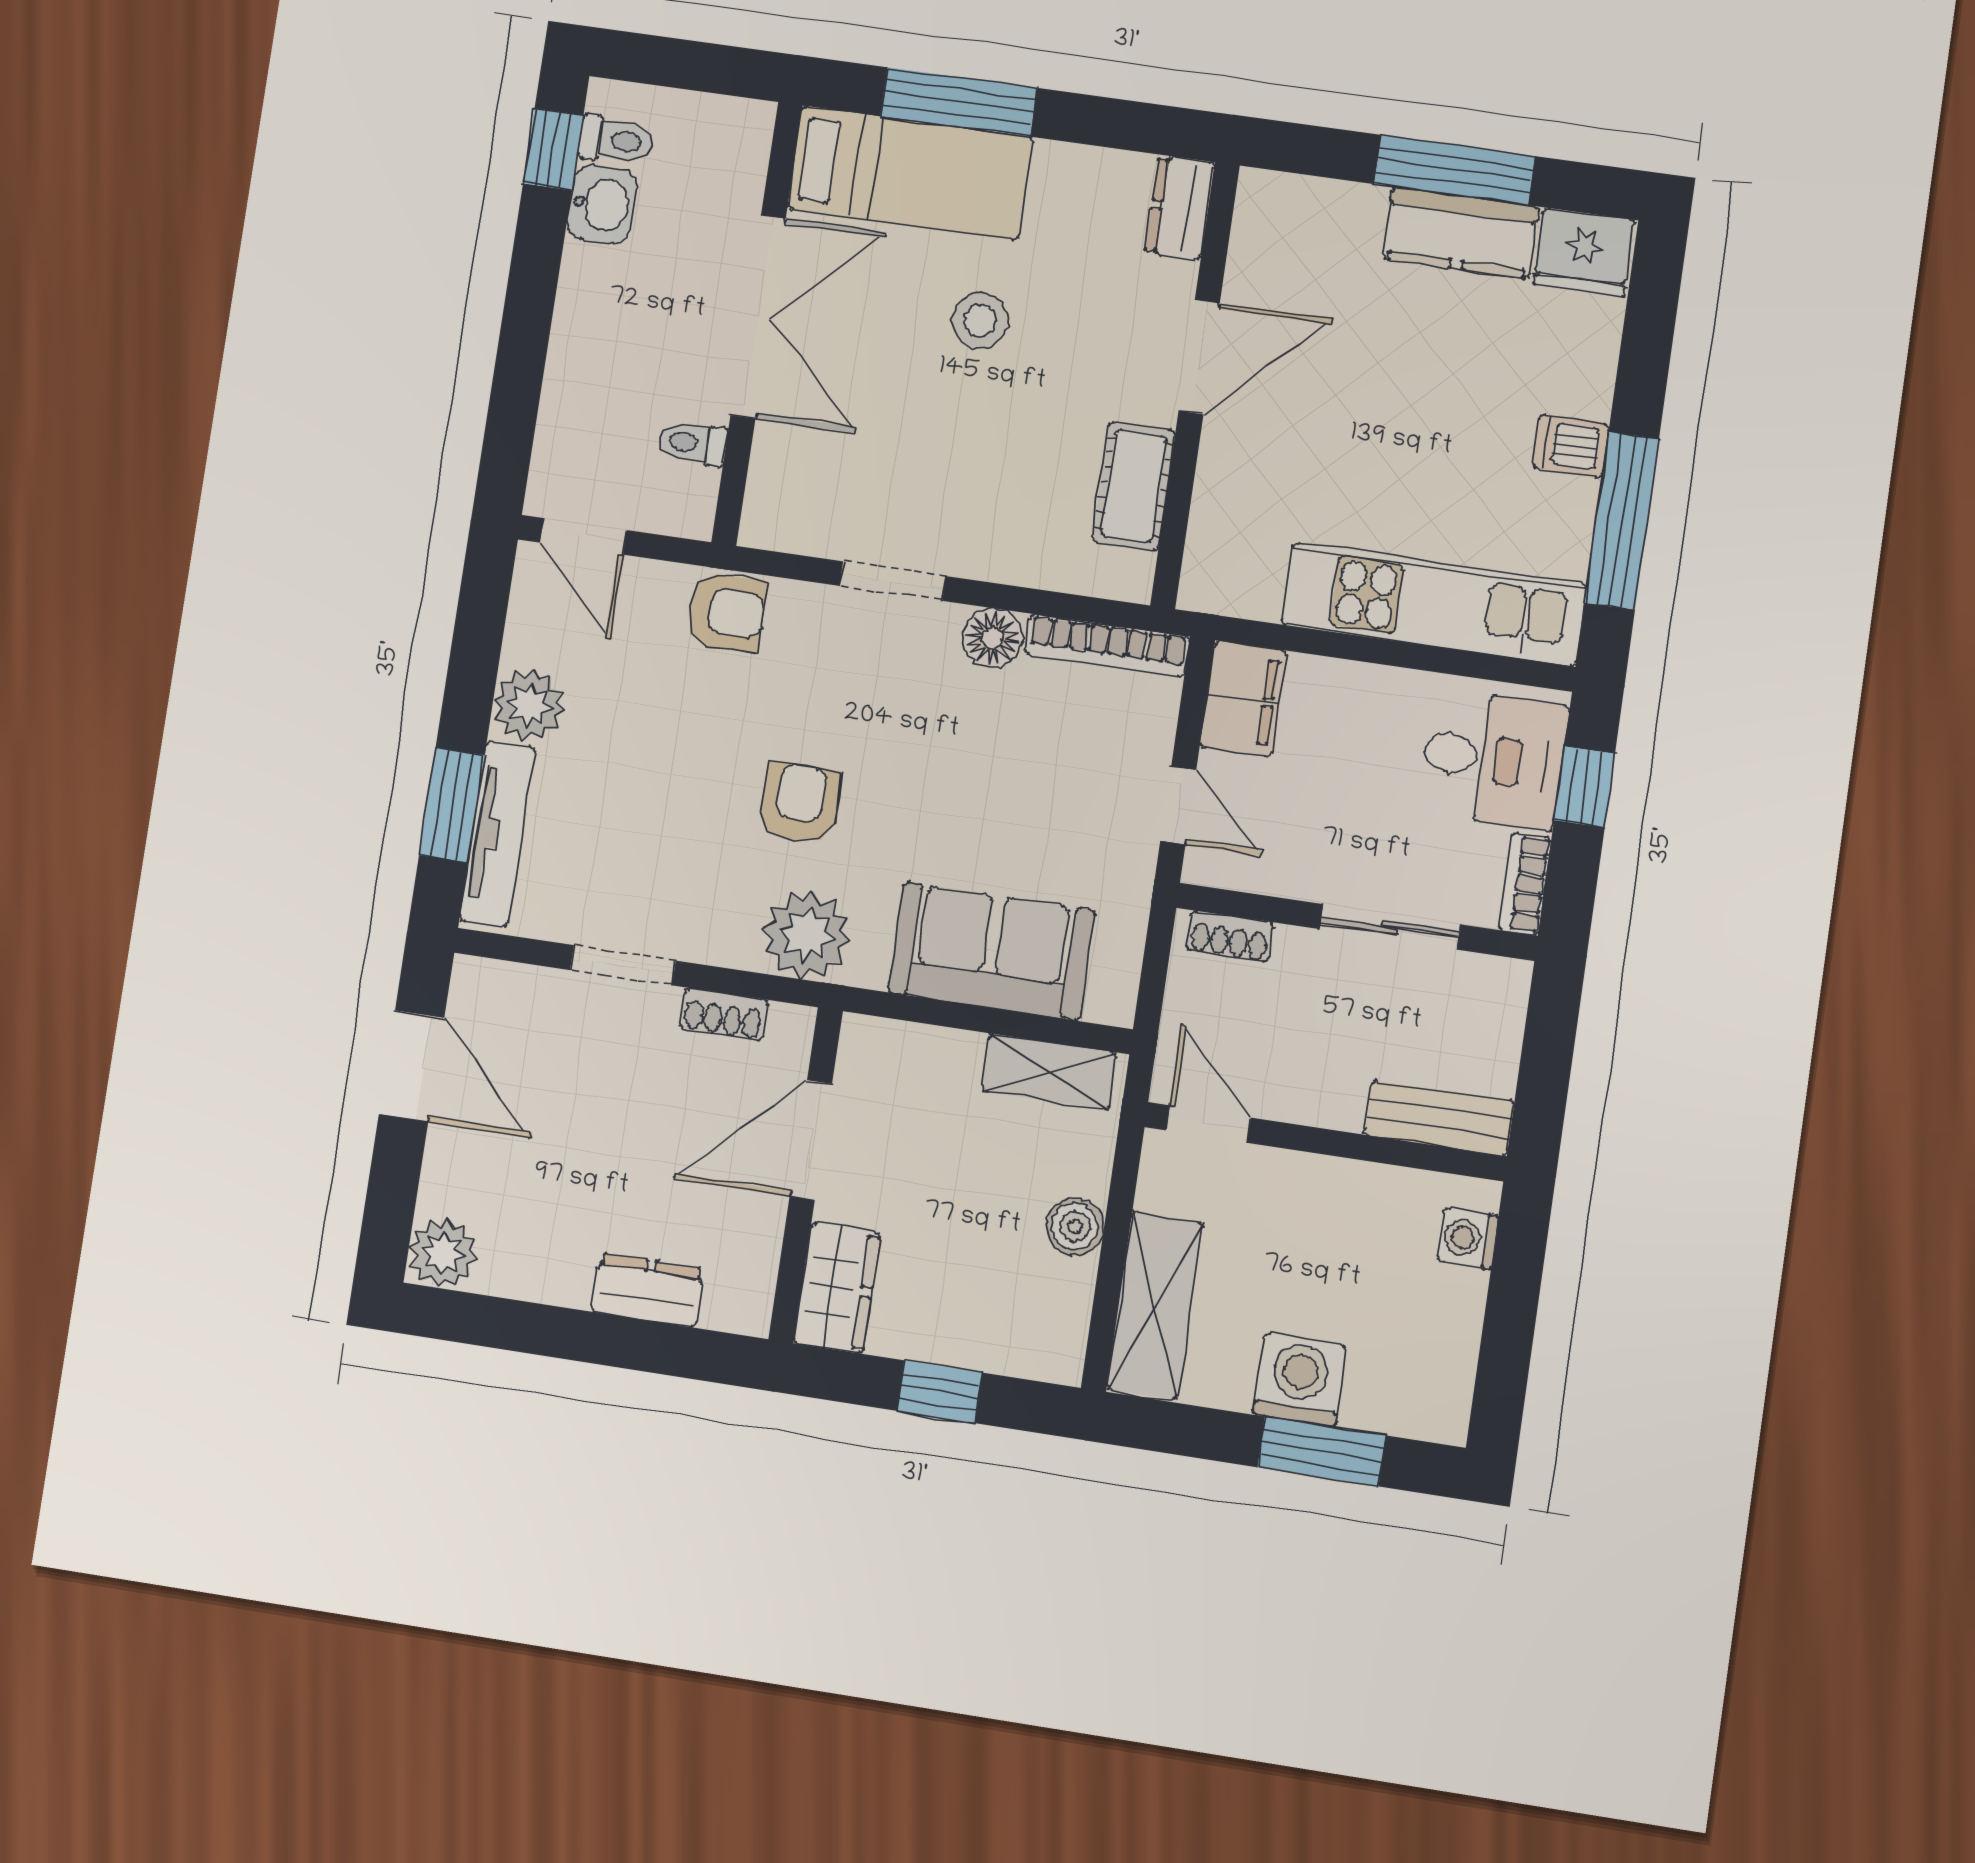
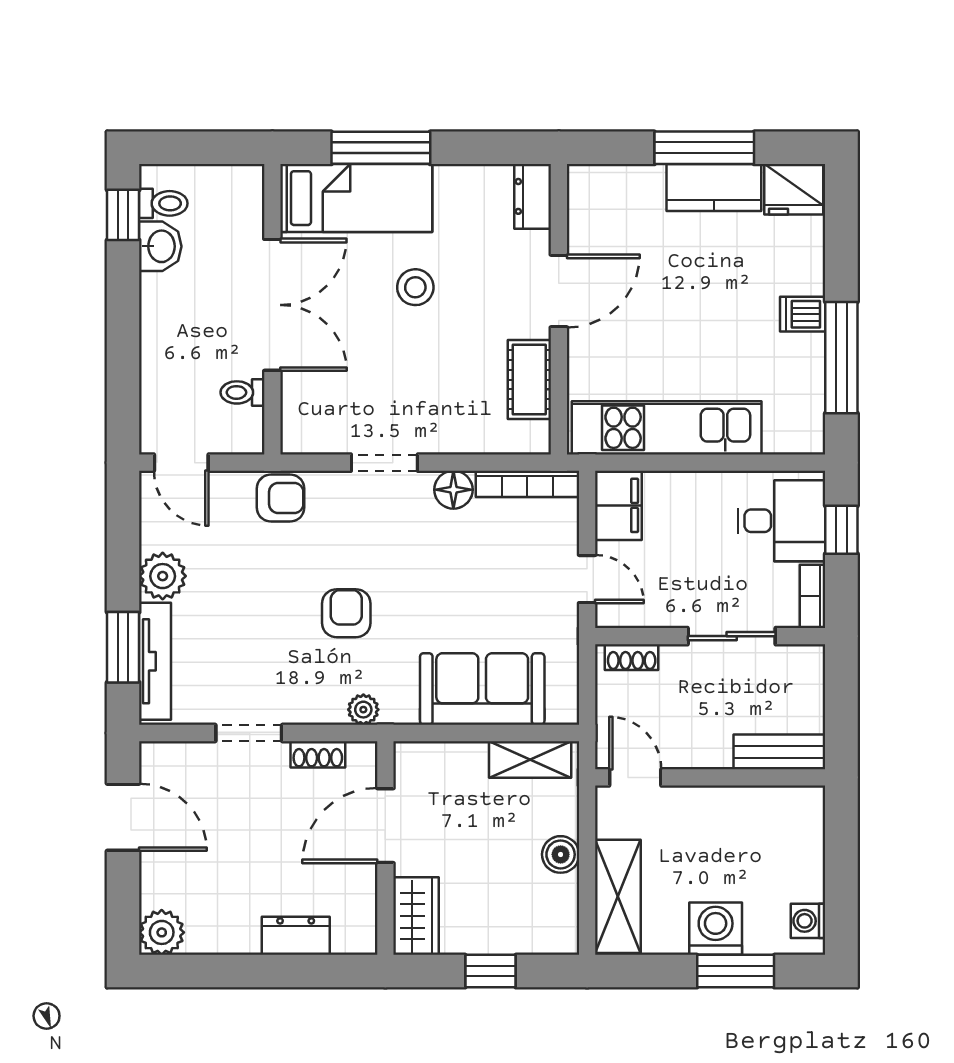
kitchen unit: (1434, 604) -> (667, 428), moved
plant: (807, 935) -> (363, 710), width x0.53, depth x0.53
washing machine: (1468, 1238) -> (808, 921), moved

